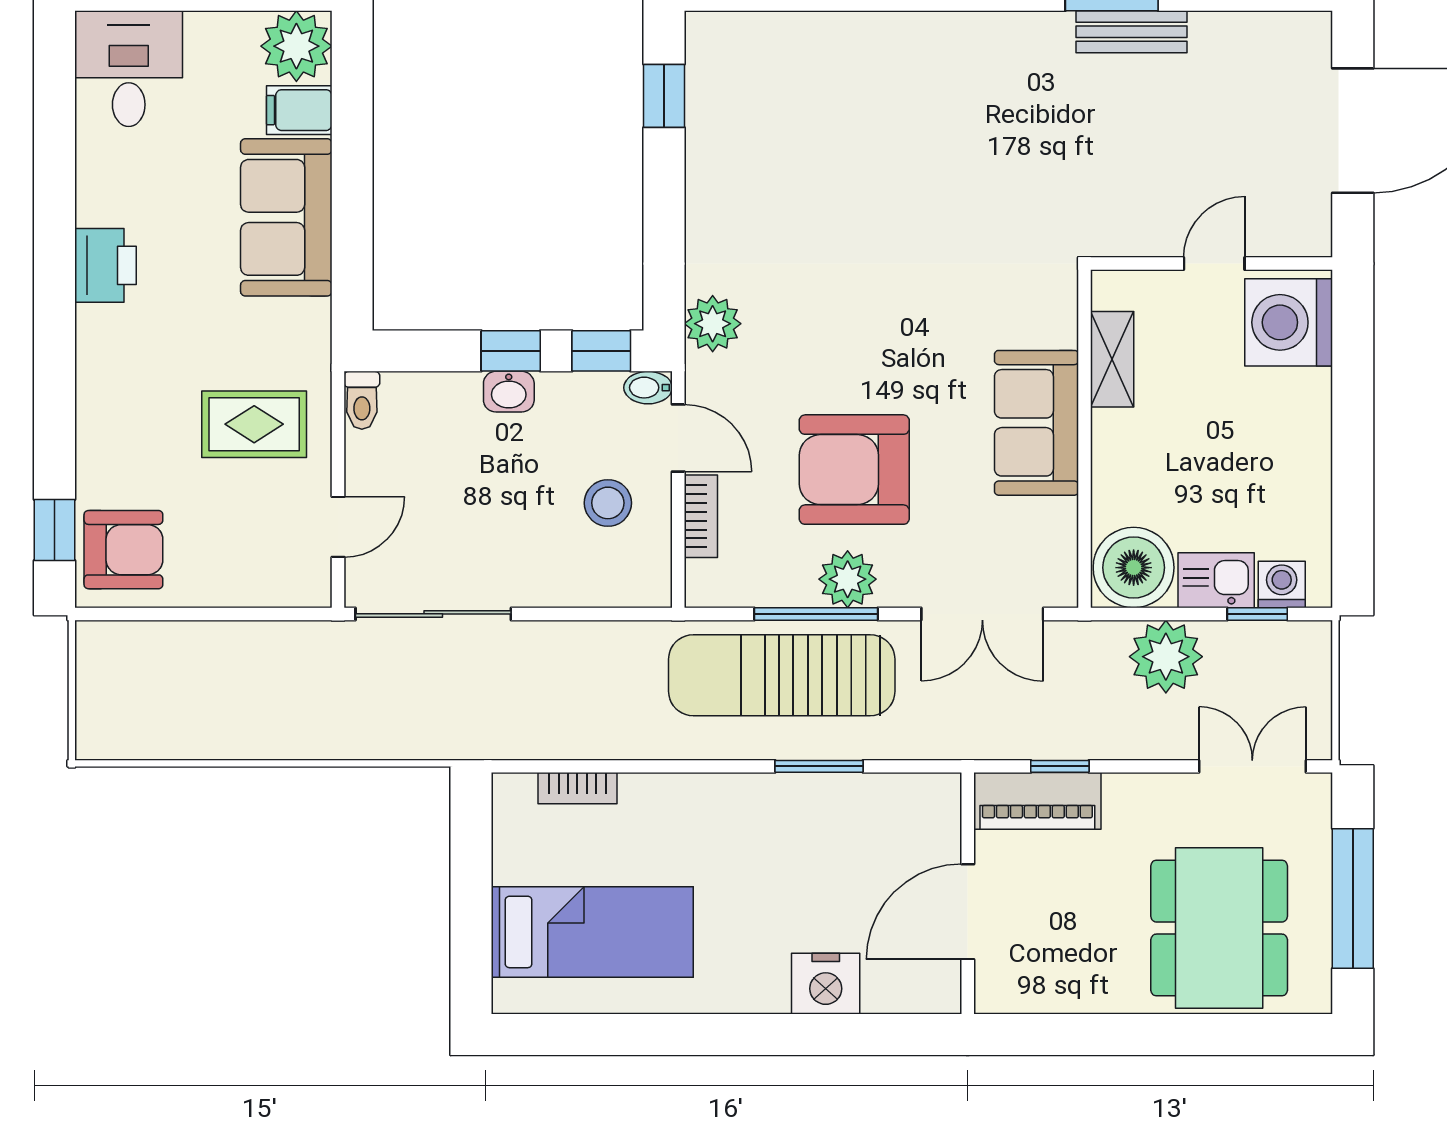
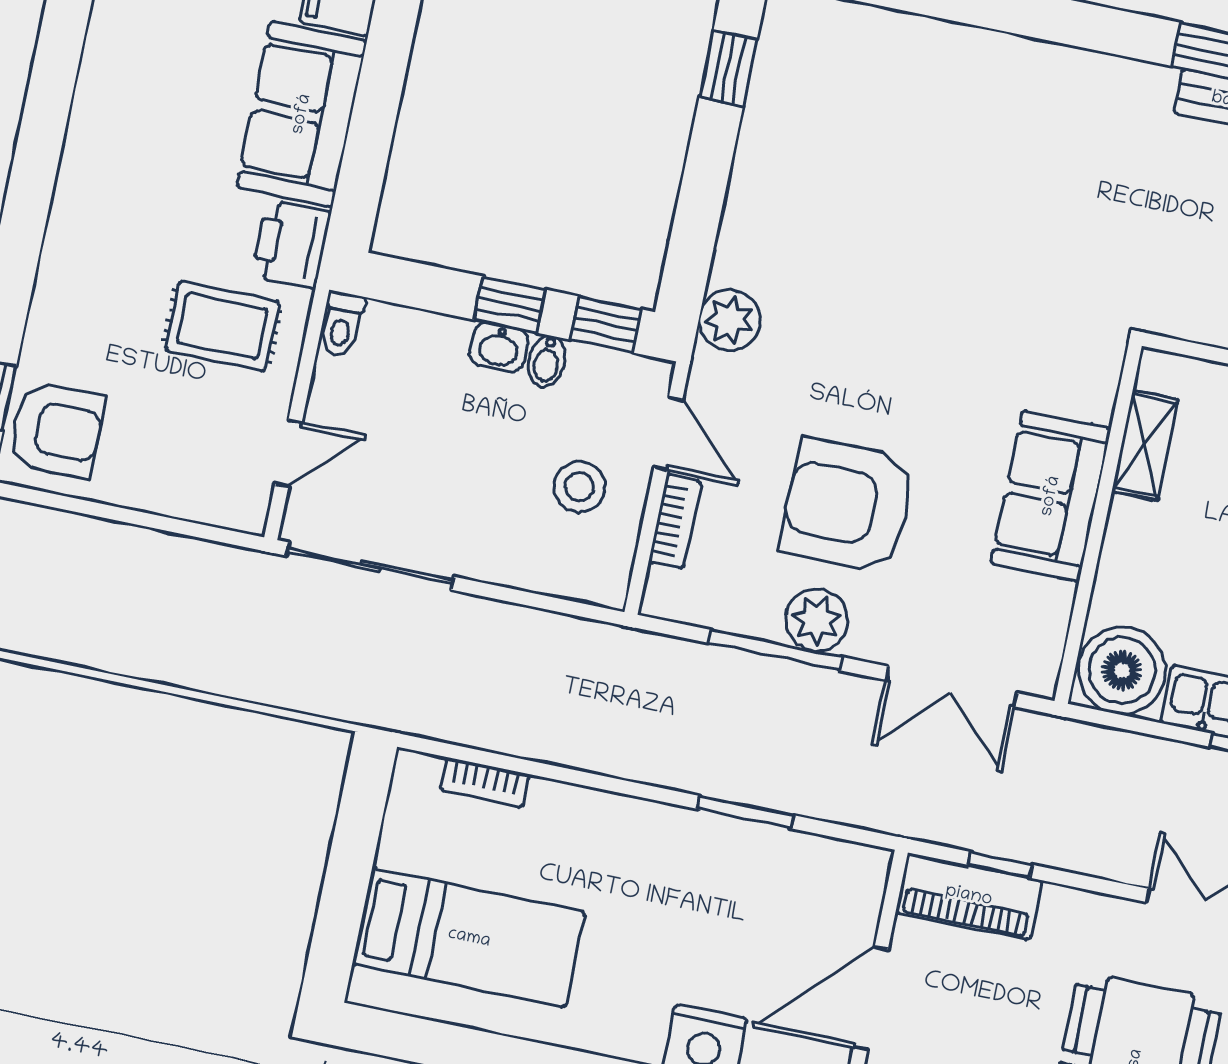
printer: (105, 265) -> (291, 244), moved, turned 180
bidet: (648, 388) -> (547, 361), moved, turned -90
plant: (1166, 657) -> (1137, 772), removed
sun lounger: (782, 675) -> (726, 707), removed

